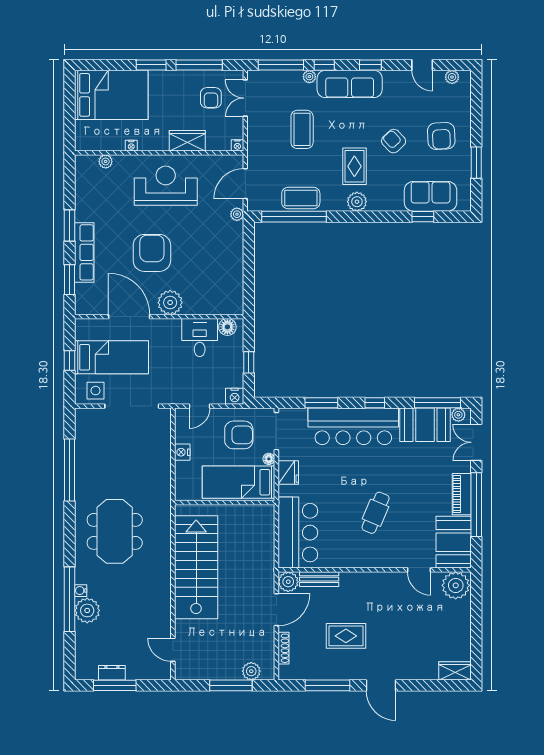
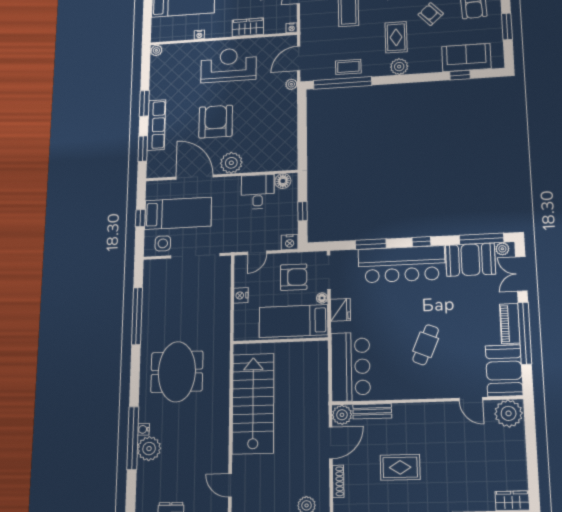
plant: (106, 161) -> (156, 50), moved
coffee table: (301, 198) -> (348, 67), width x0.73, depth x0.77

